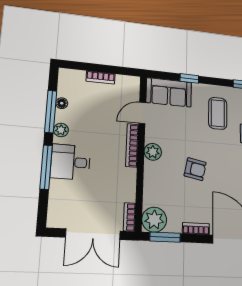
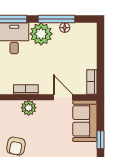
bookcase: (101, 77) -> (92, 82), moved
plant: (61, 130) -> (41, 34), width x1.87, depth x1.87
bookcase: (132, 145) -> (26, 89), width x0.64

